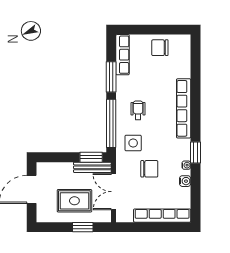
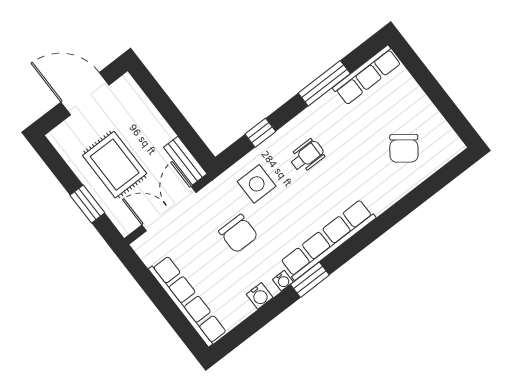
chair: (160, 48) -> (404, 148), moved, turned -143
row of seats: (184, 108) -> (328, 240), moved
window: (111, 123) -> (260, 133), width x0.32
window: (91, 157) -> (192, 141), removed
bench: (92, 167) -> (185, 161), width x0.73

